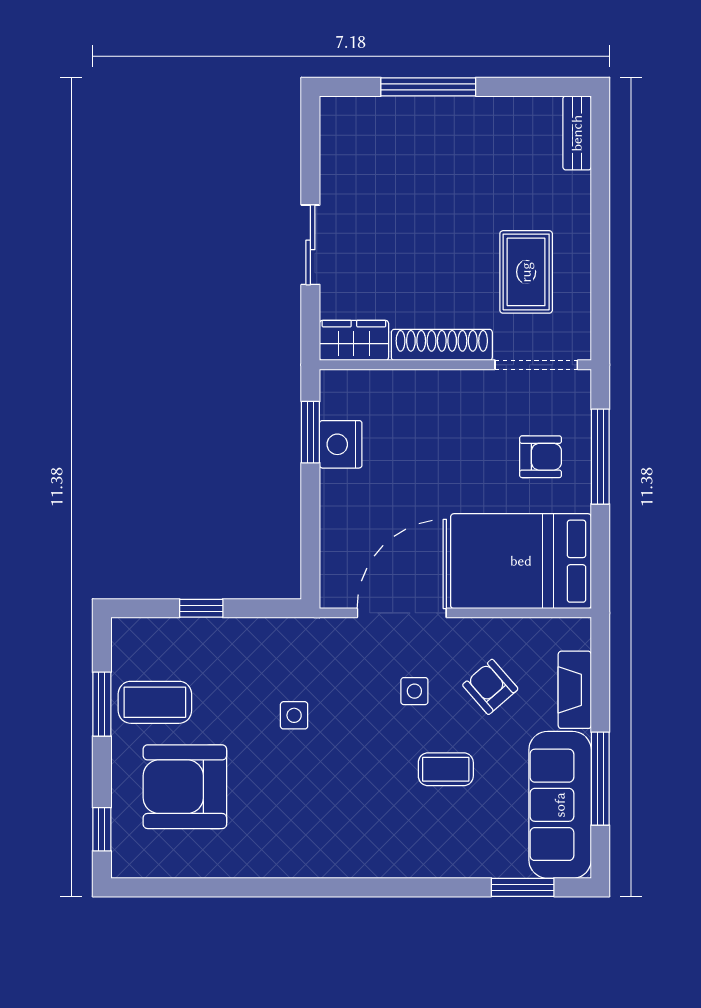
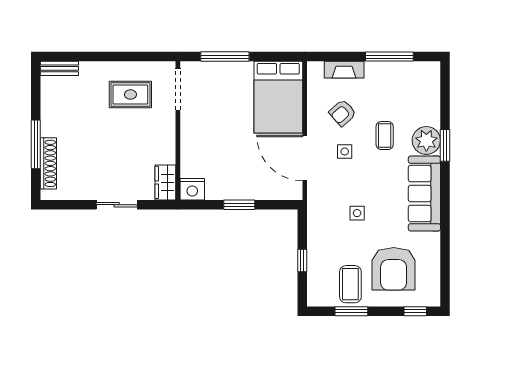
shoe rack: (442, 345) -> (48, 163), moved, turned 180
window: (310, 432) -> (239, 205), moved
nightstand: (341, 444) -> (192, 189), moved
armchair: (541, 457) -> (225, 87), removed
sofa: (560, 805) -> (424, 194), moved, turned 90
plant: (436, 851) -> (426, 140), added
window: (523, 887) -> (445, 145), moved

